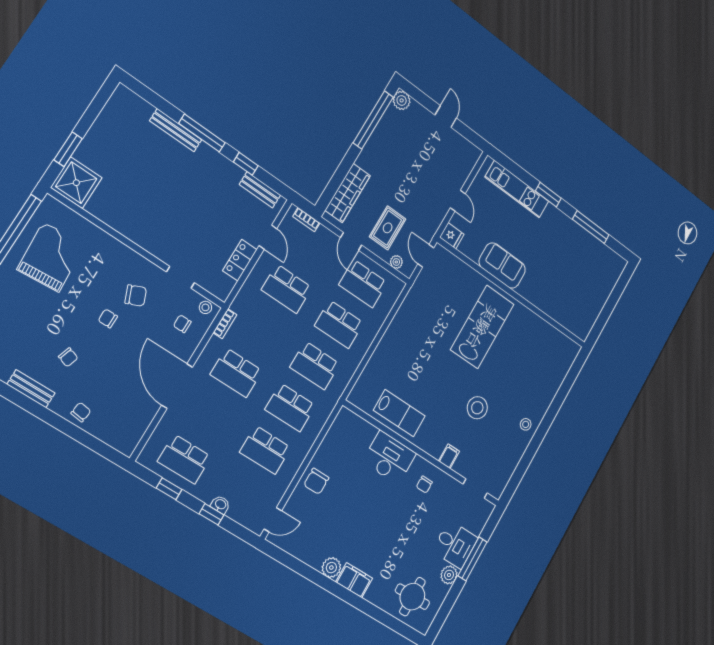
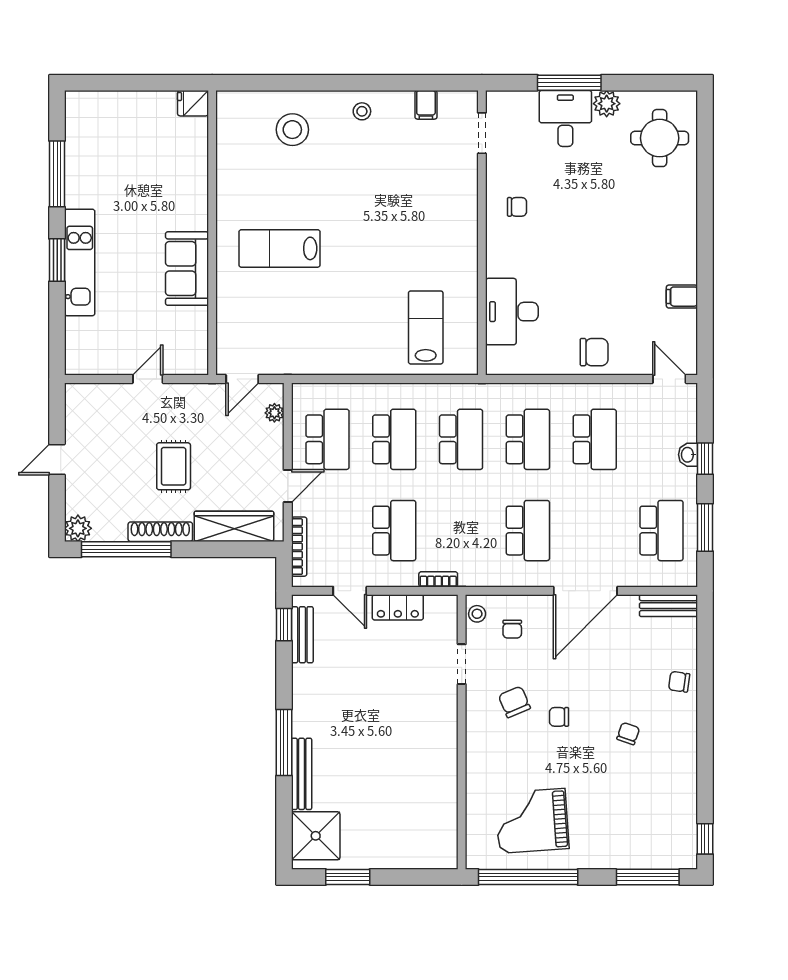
shoe rack: (371, 147) -> (160, 532), added
window: (68, 149) -> (348, 877), moved
window: (246, 164) -> (284, 625), moved
shower: (76, 183) -> (316, 836), moved
kitchen unit: (517, 189) -> (80, 262), moved
bookcase: (306, 220) -> (299, 547), width x1.56
rug: (388, 228) -> (174, 466), moved, turned 90
fridge: (452, 236) -> (193, 103), moved, turned -90
door: (268, 237) -> (350, 591), swing flipped
chair: (108, 318) -> (559, 717), turned 90
bookcase: (225, 324) -> (438, 579), moved
lab bench: (482, 327) -> (279, 248), width x0.73, depth x0.72
bench: (31, 389) -> (668, 606), moved, turned 90
stool: (477, 408) -> (292, 130), moved
lab bench: (399, 413) -> (426, 327), moved
filing cabinet: (449, 456) -> (426, 105), moved, turned -90
desk: (389, 458) -> (512, 312), moved
window: (169, 489) -> (705, 527), width x1.50
plant: (331, 568) -> (683, 269), removed
filing cabinet: (354, 580) -> (682, 297), moved, width x0.50

